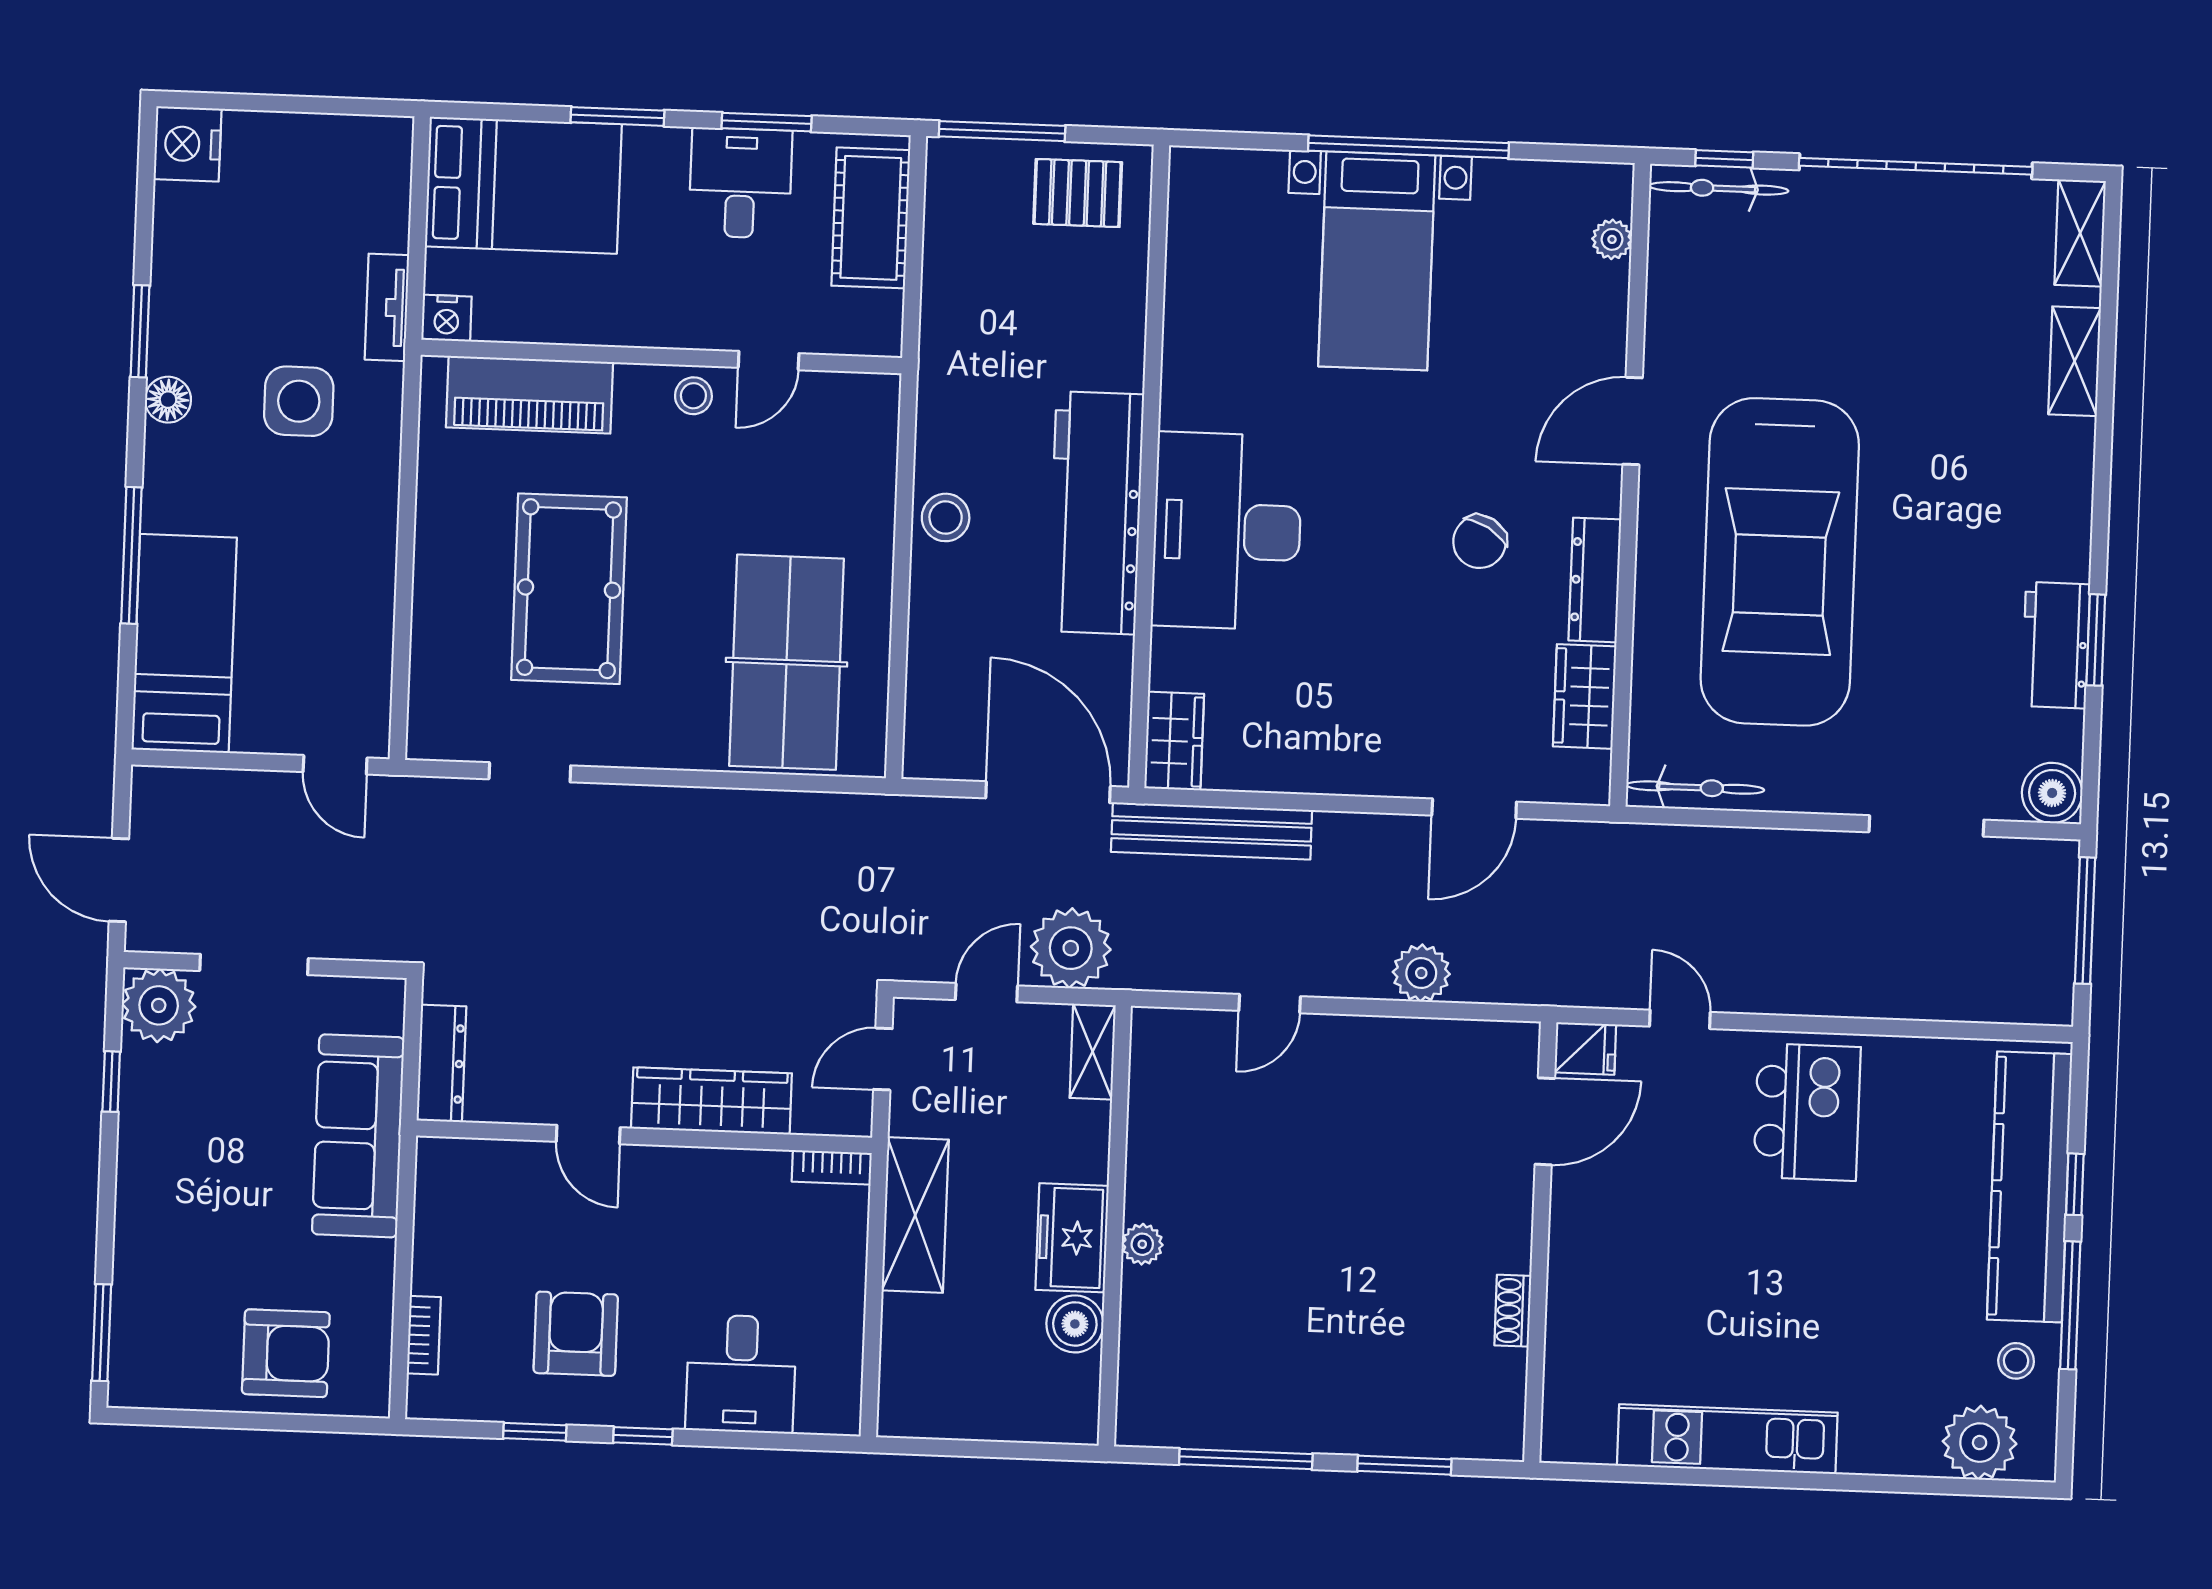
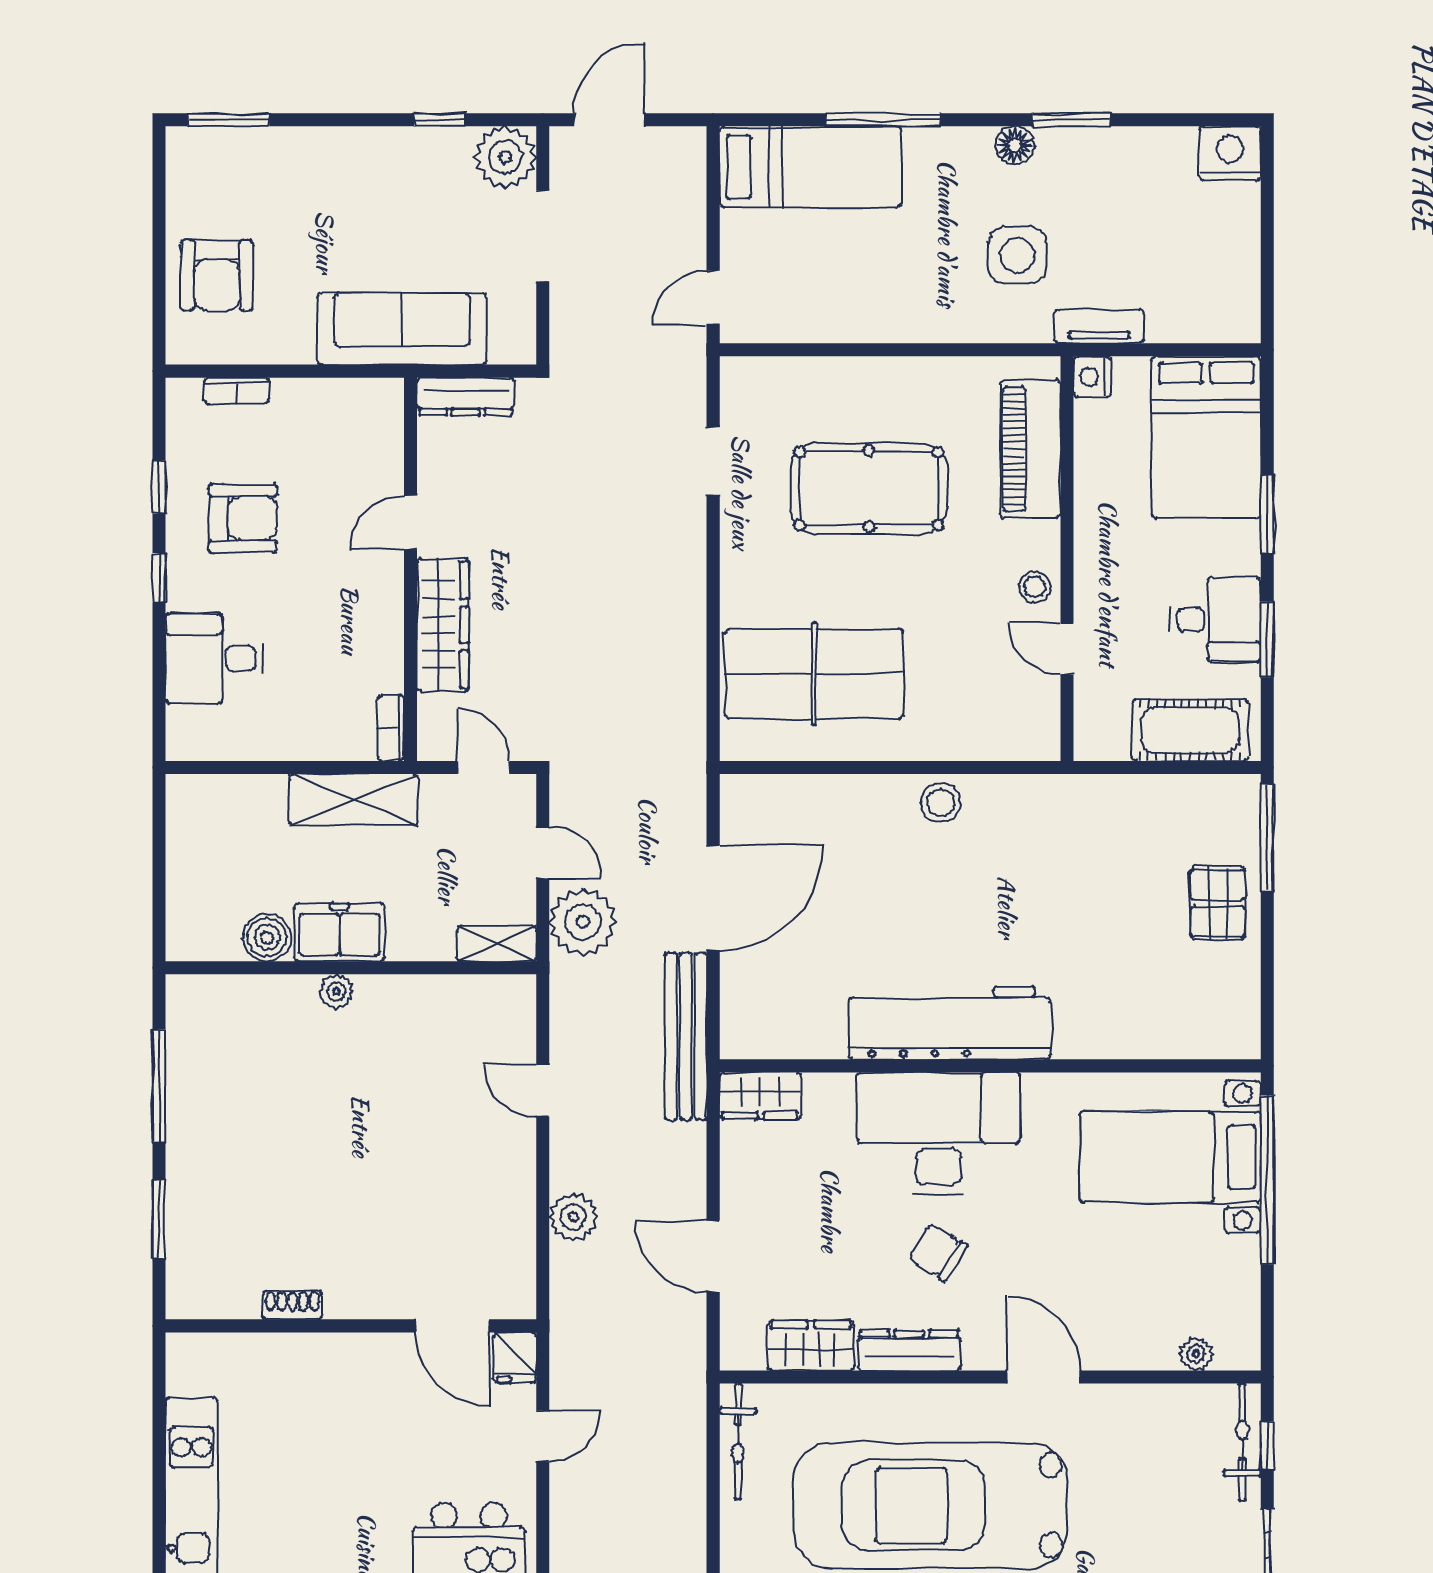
wall: (1149, 466) -> (990, 1066), moved
workbench: (1096, 513) -> (950, 1023), moved
desk: (1227, 531) -> (938, 1133), moved
wardrobe: (1174, 741) -> (760, 1096), moved

